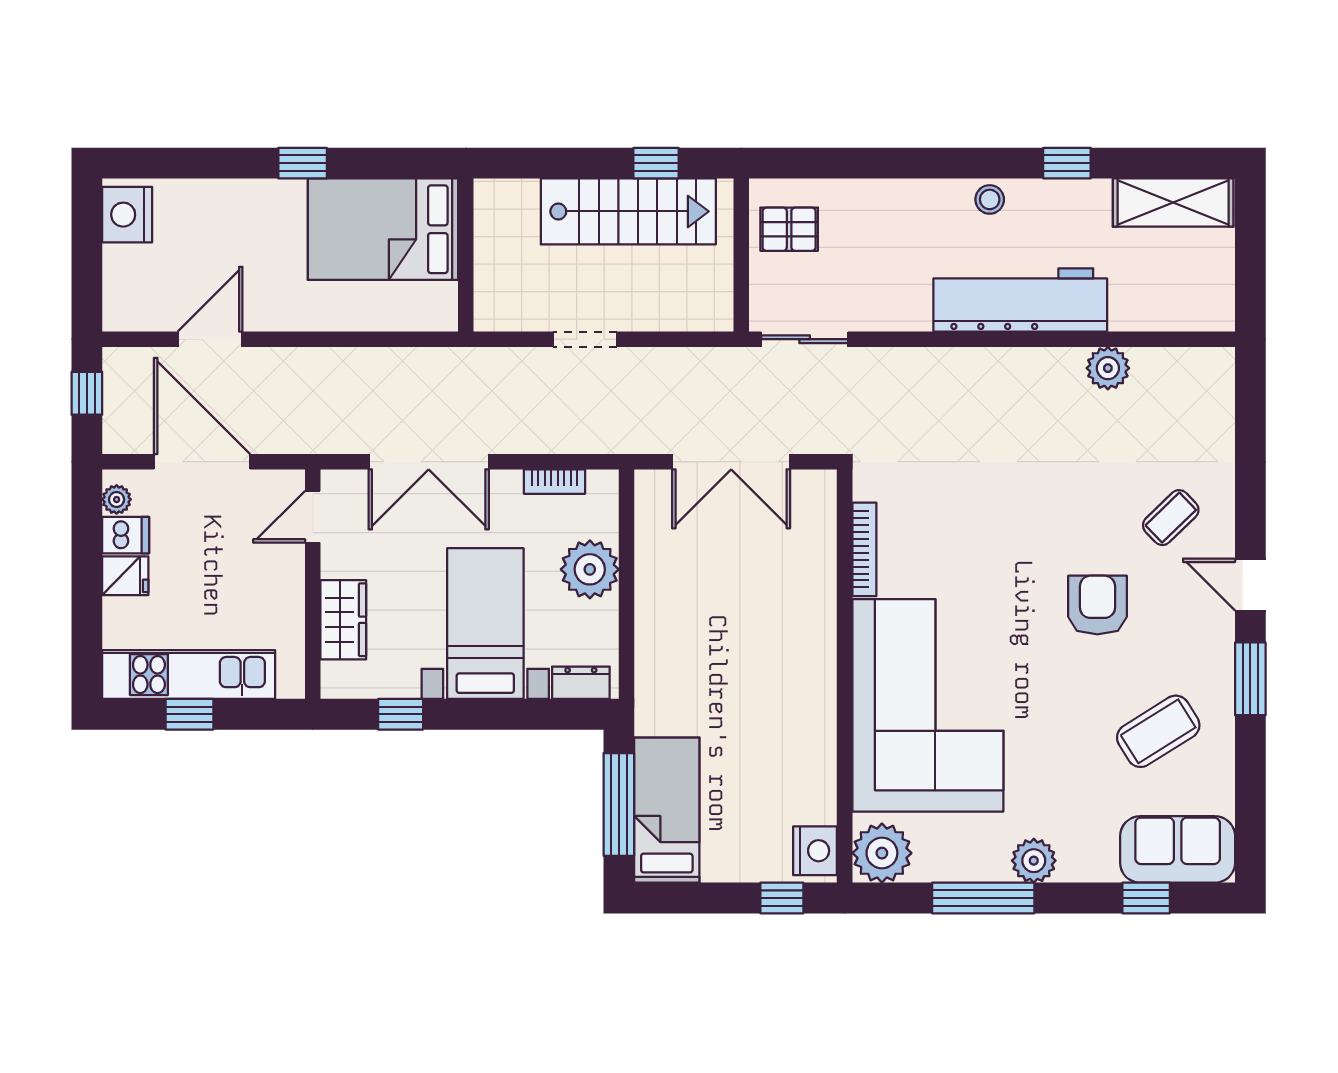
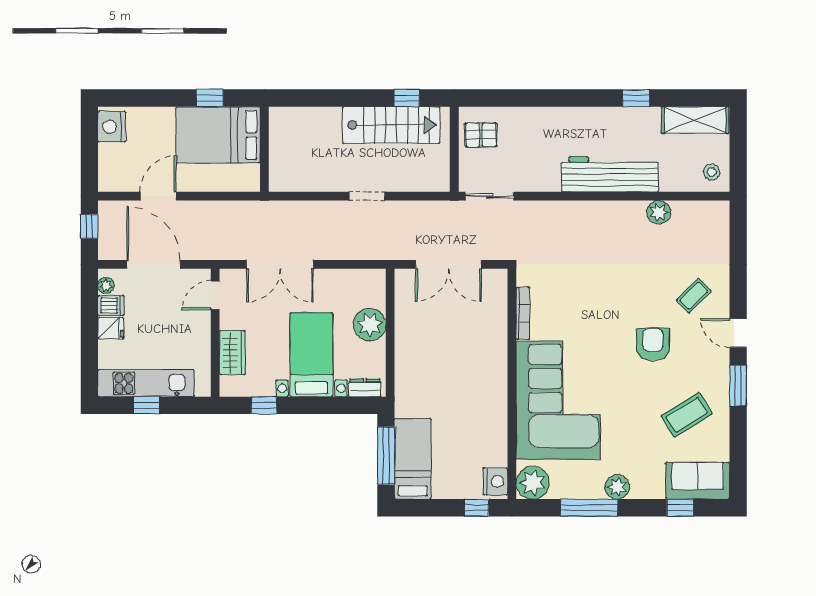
stool: (990, 199) -> (712, 172), moved
bed: (383, 229) -> (218, 135), moved
wall: (466, 255) -> (264, 149), moved
bookcase: (555, 482) -> (350, 276), removed

